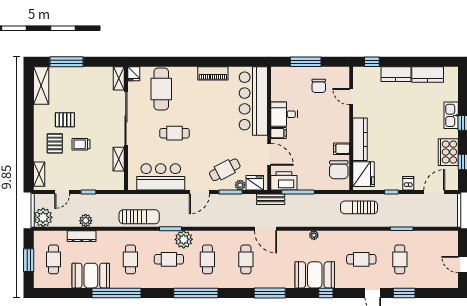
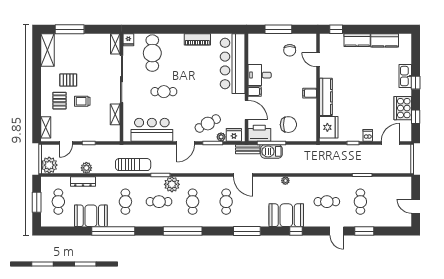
filing cabinet: (342, 149) -> (310, 93), moved
chair: (339, 170) -> (288, 125), moved, turned -90
barbecue: (298, 202) -> (271, 151), added
sun lounger: (359, 207) -> (325, 156), removed

